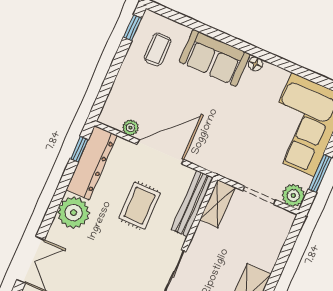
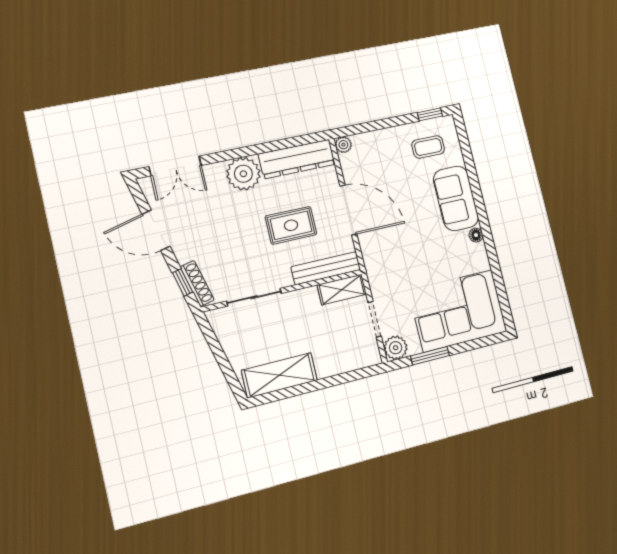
plant: (130, 128) -> (343, 145), moved
window: (79, 149) -> (300, 141), removed

